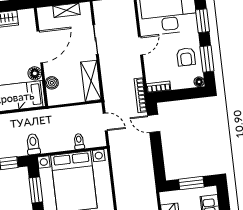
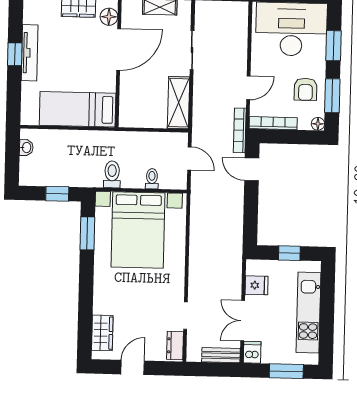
door: (140, 46) -> (248, 88), moved
floor lamp: (35, 73) -> (109, 17), moved
boiler: (52, 83) -> (128, 98), removed
bookcase: (158, 87) -> (273, 123), width x1.56
toilet: (33, 144) -> (112, 174), moved
window: (191, 183) -> (289, 253), width x0.67

